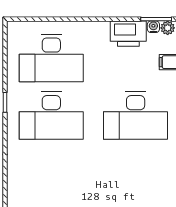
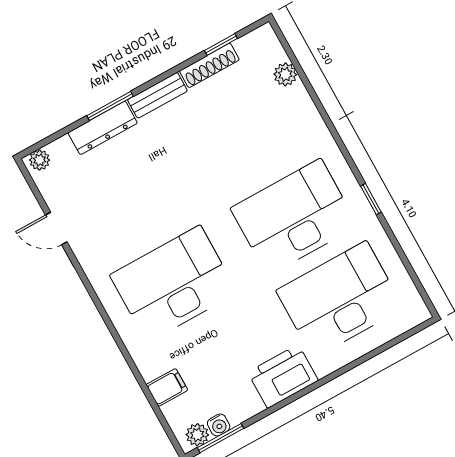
printer: (128, 34) -> (283, 376), moved
plant: (14, 194) -> (285, 74), added

